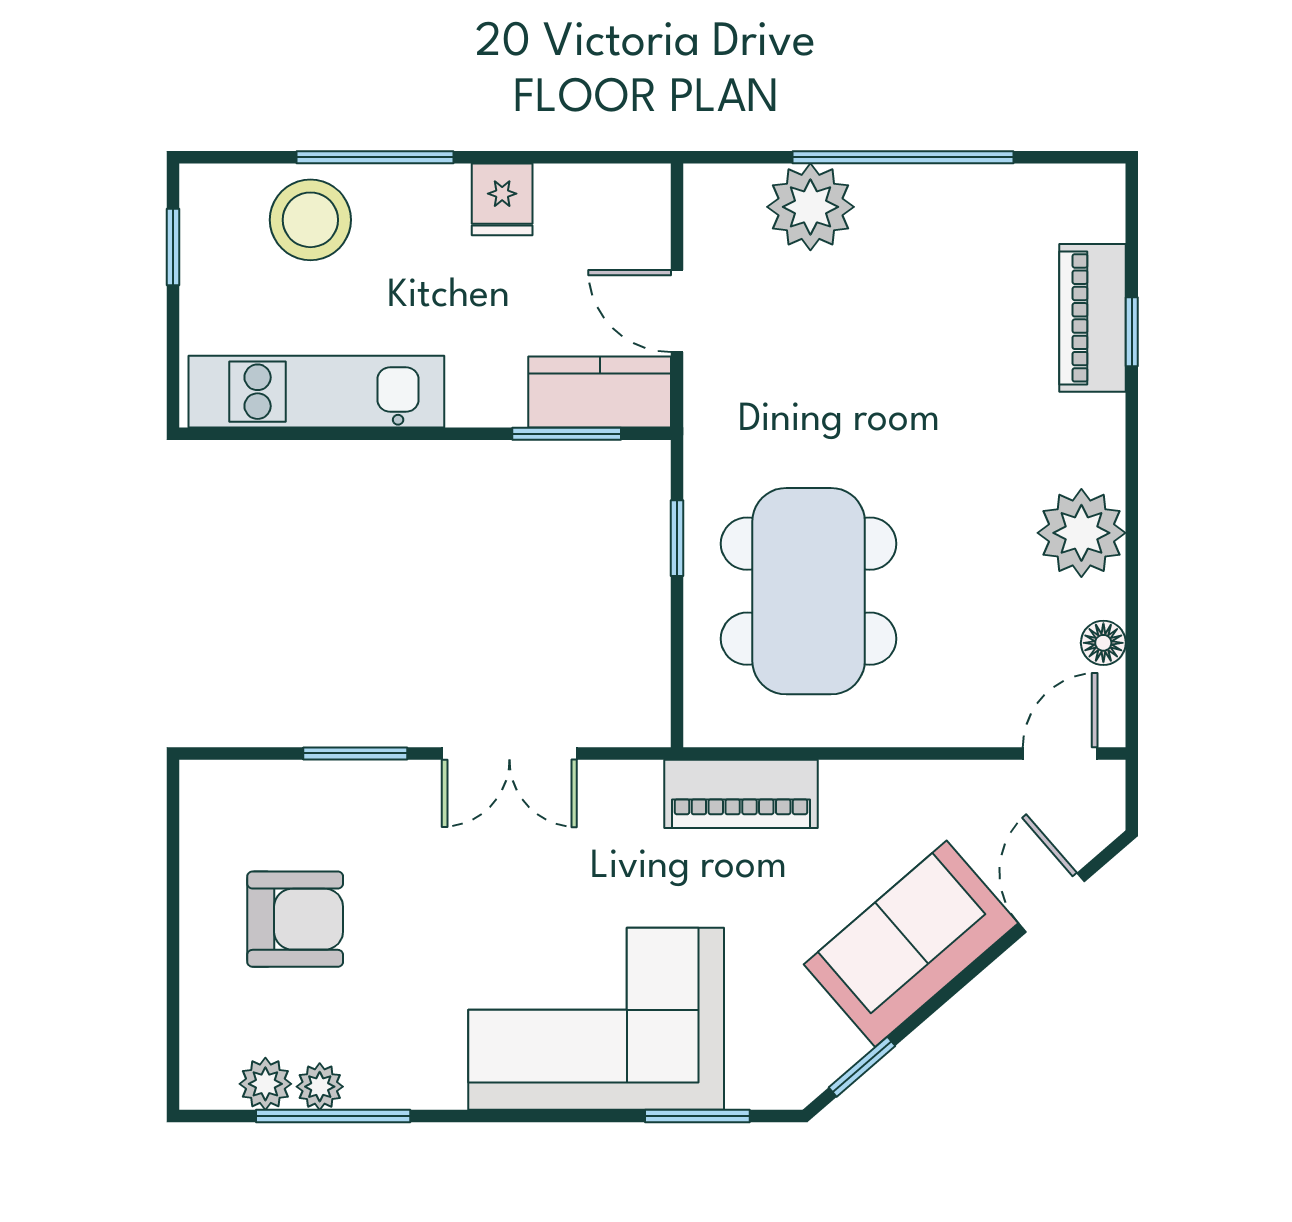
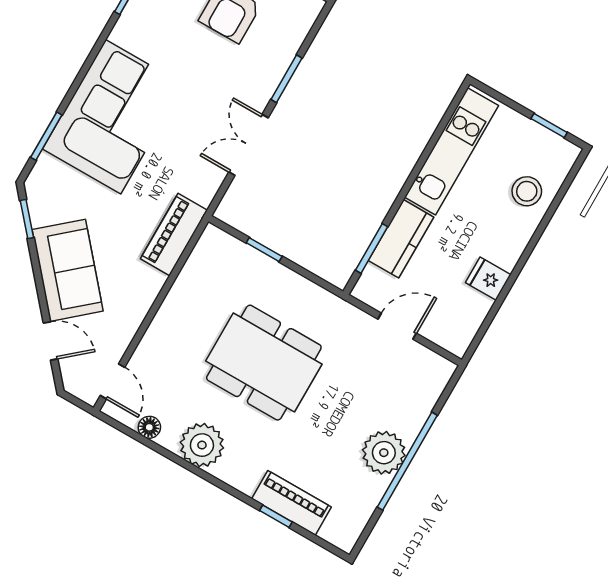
window: (375, 157) -> (538, 234), removed
plant: (810, 207) -> (384, 453), moved
stool: (310, 220) -> (527, 191), width x0.73, depth x0.73
kitchen counter: (600, 392) -> (401, 239), moved
window: (677, 538) -> (264, 250), moved
dining table: (809, 591) -> (264, 363), moved

